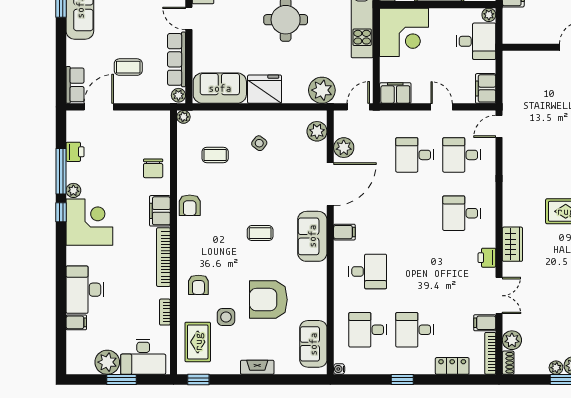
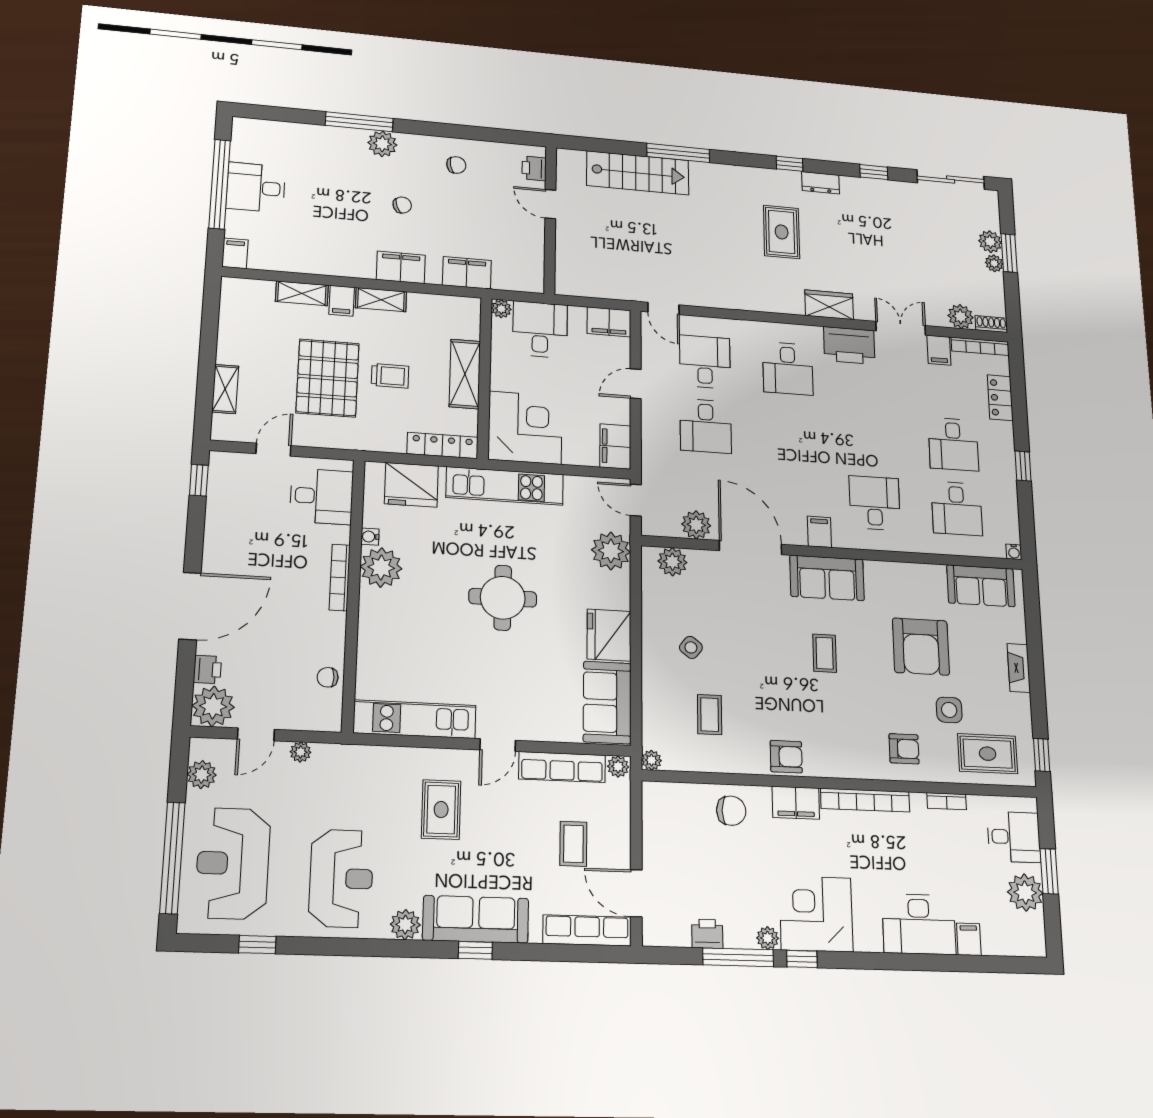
row of seats: (75, 85) -> (587, 930), width x1.48
desk: (462, 155) -> (705, 362), turned 180
printer: (487, 258) -> (849, 345), width x1.87, depth x1.48
desk: (143, 357) -> (1014, 837), width x0.73

